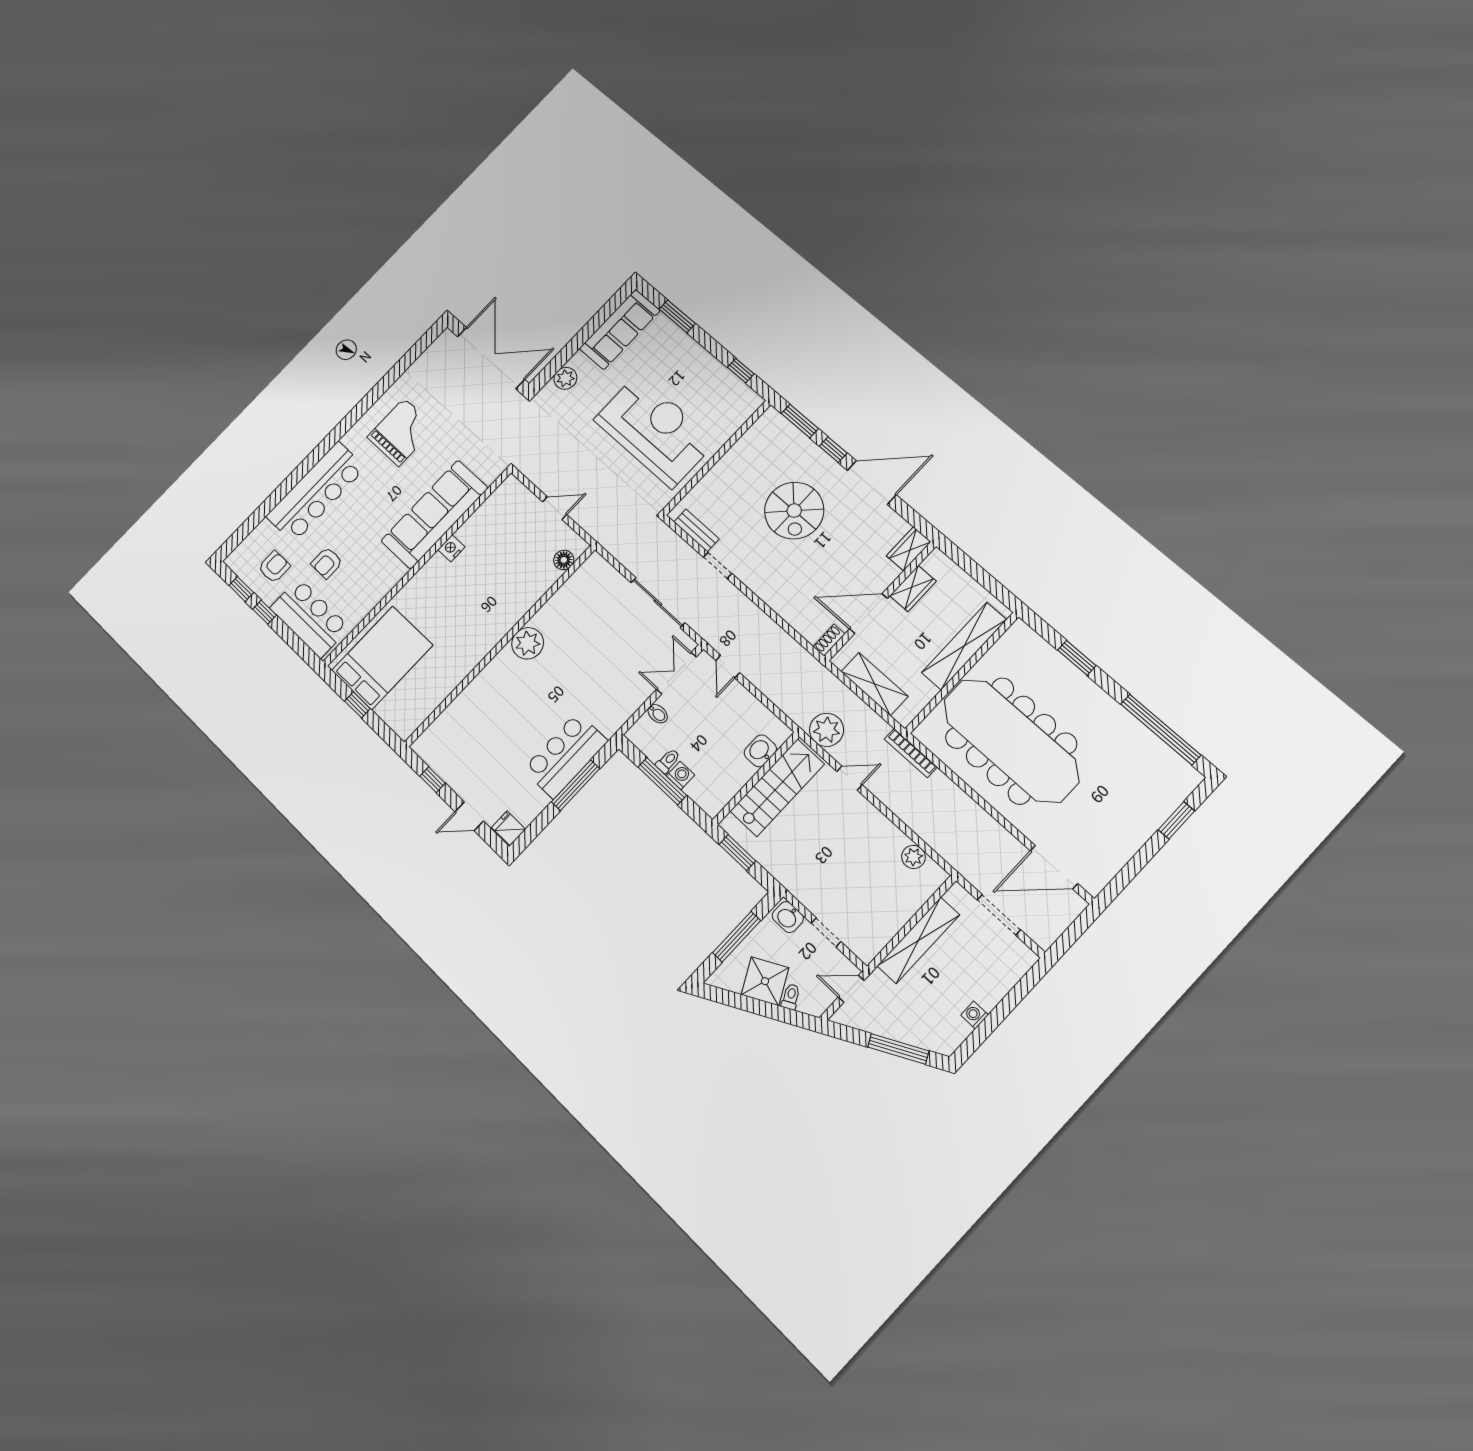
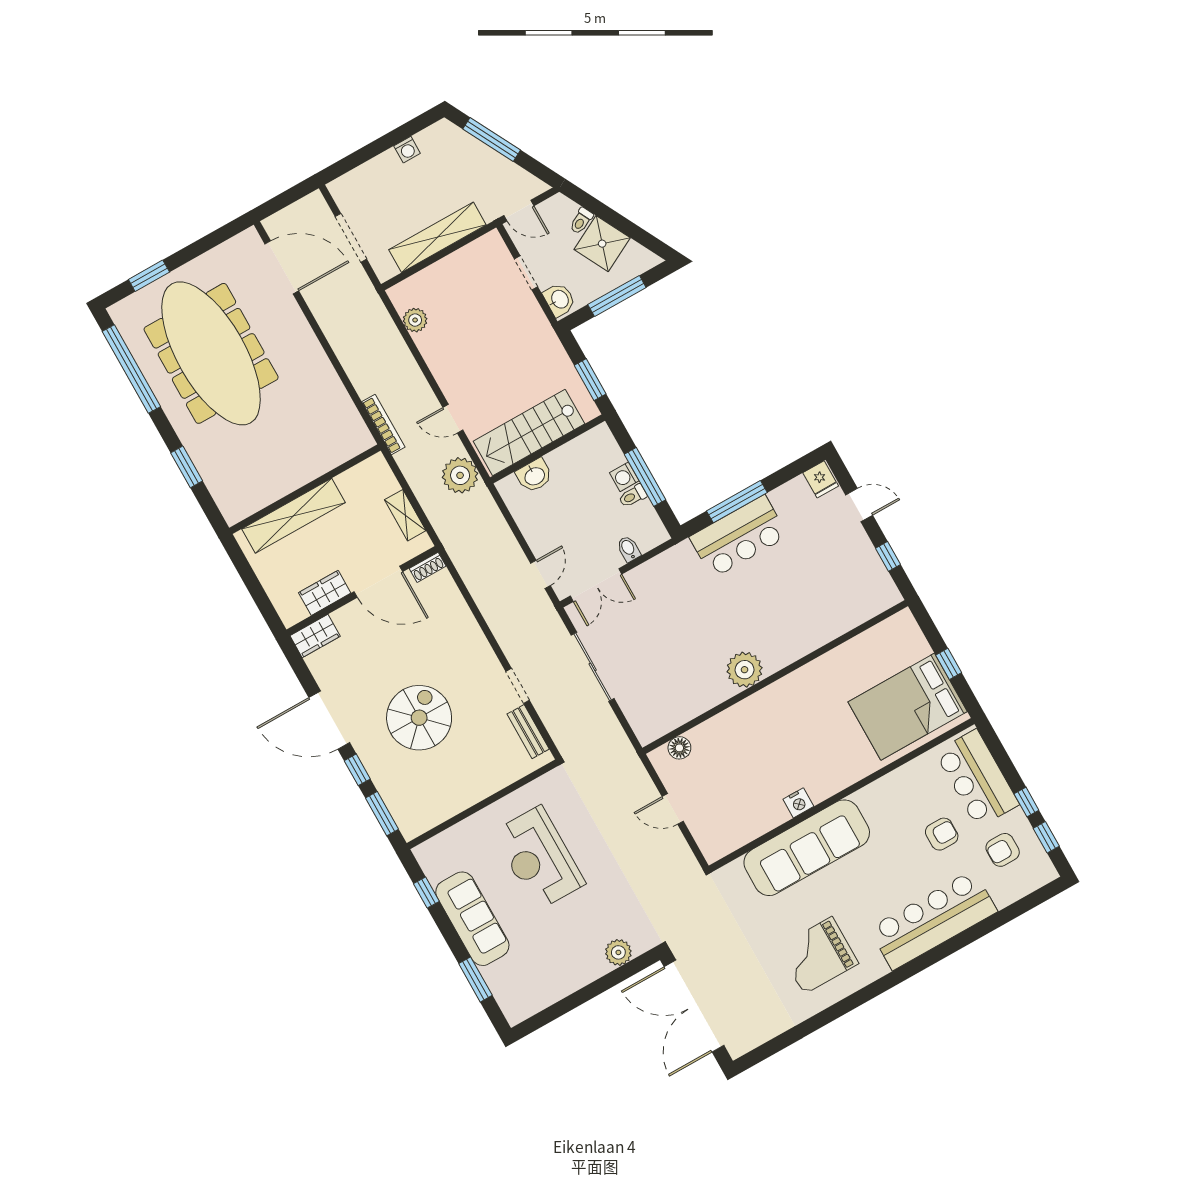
sofa: (620, 329) -> (472, 919), moved, turned 90
reception desk: (655, 430) -> (539, 858), width x0.74, depth x0.77
shelving: (875, 684) -> (405, 515), width x0.67, depth x0.75
meeting table: (1011, 741) -> (211, 353), moved

